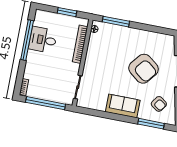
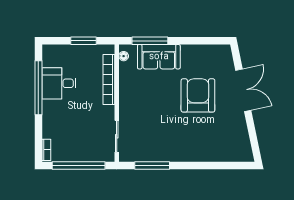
armchair: (144, 69) -> (198, 95), turned -128
armchair: (159, 104) -> (227, 138), removed
sofa: (123, 106) -> (159, 57), moved, turned 180
window: (151, 124) -> (152, 165), moved

